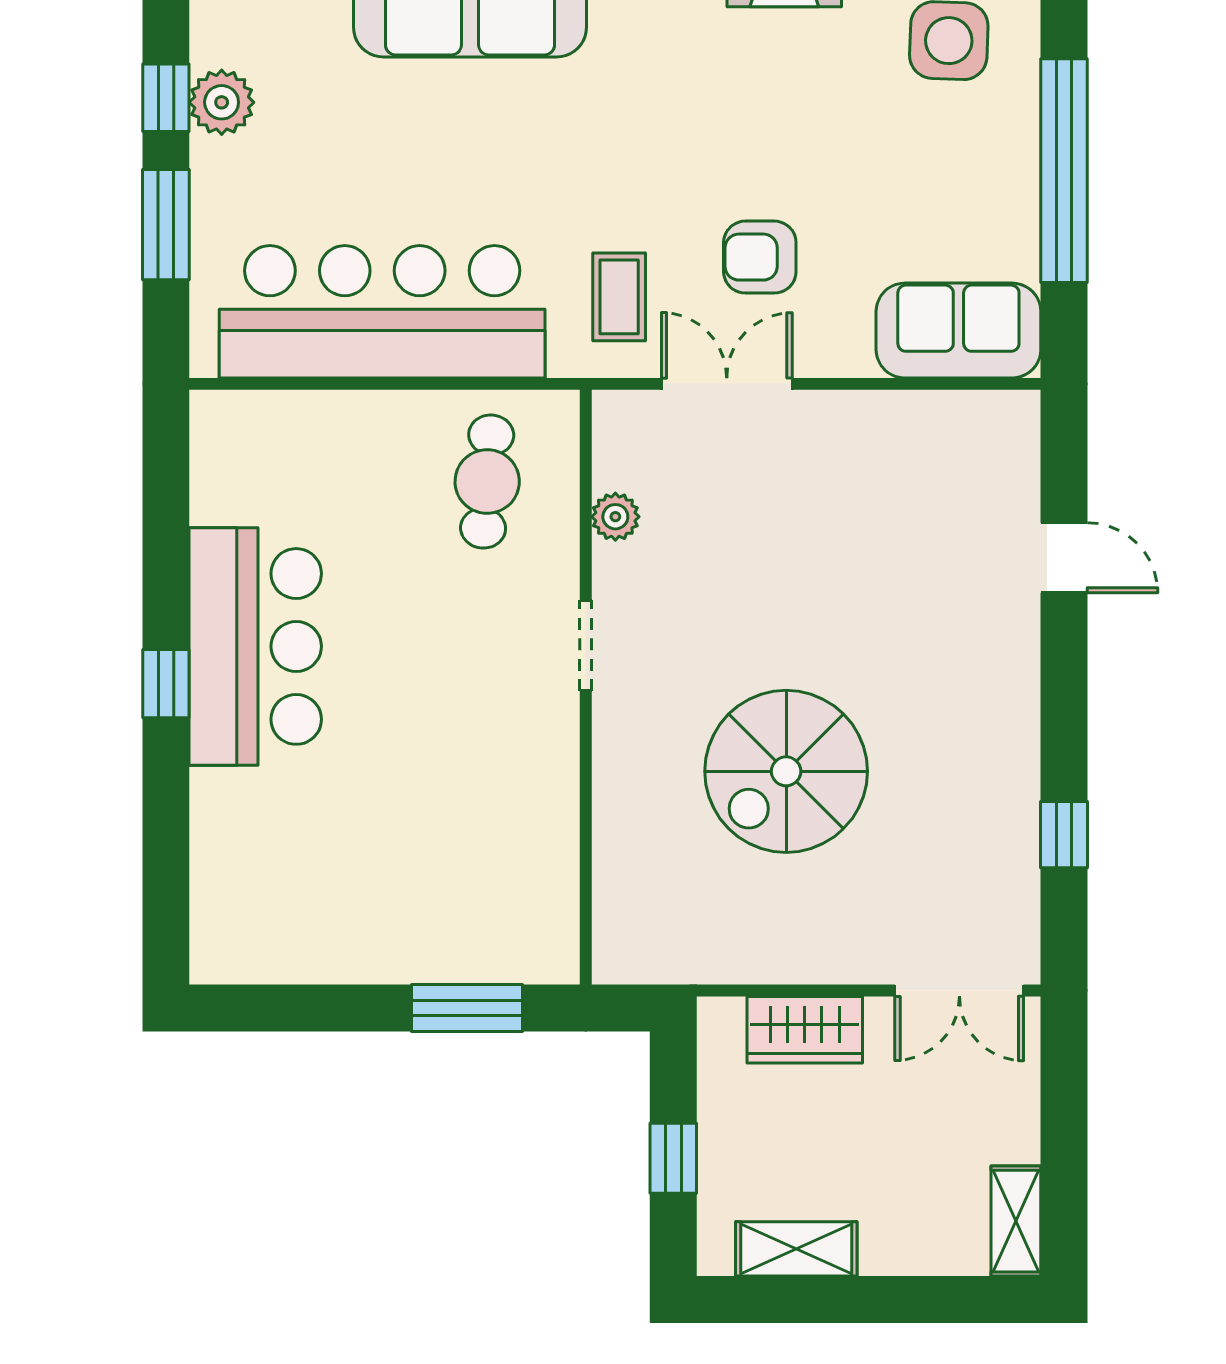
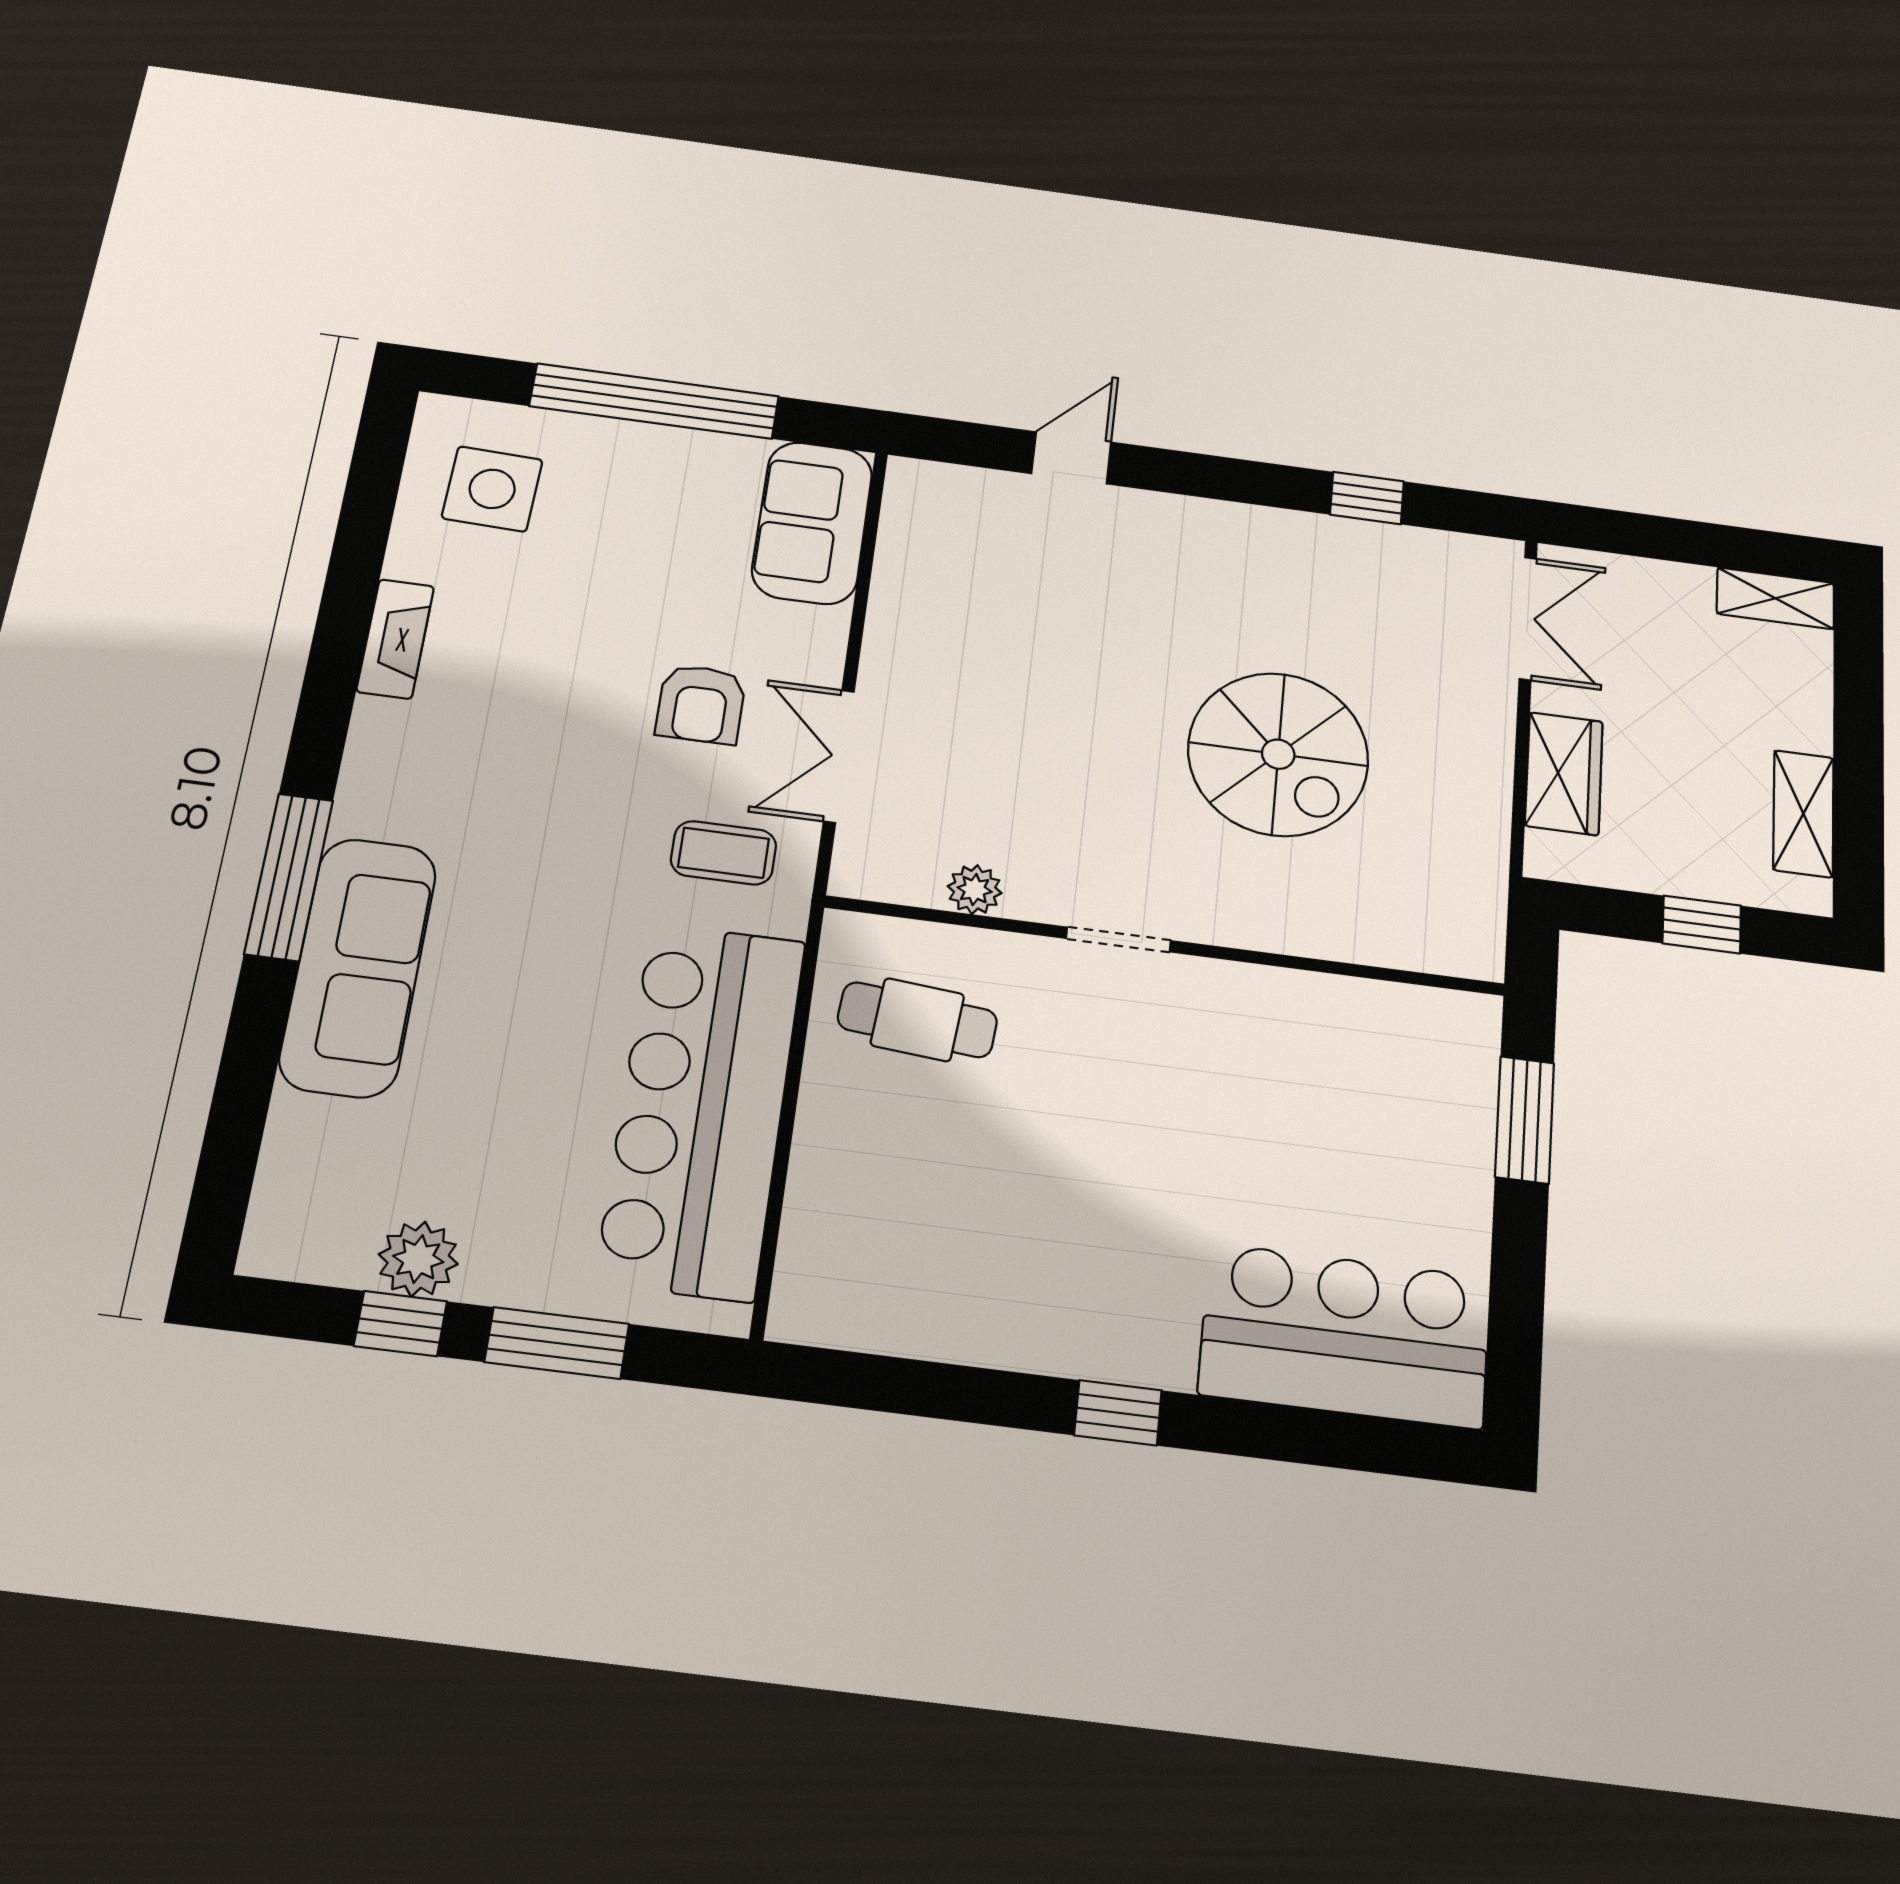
bar counter: (255, 646) -> (1345, 1336), moved

